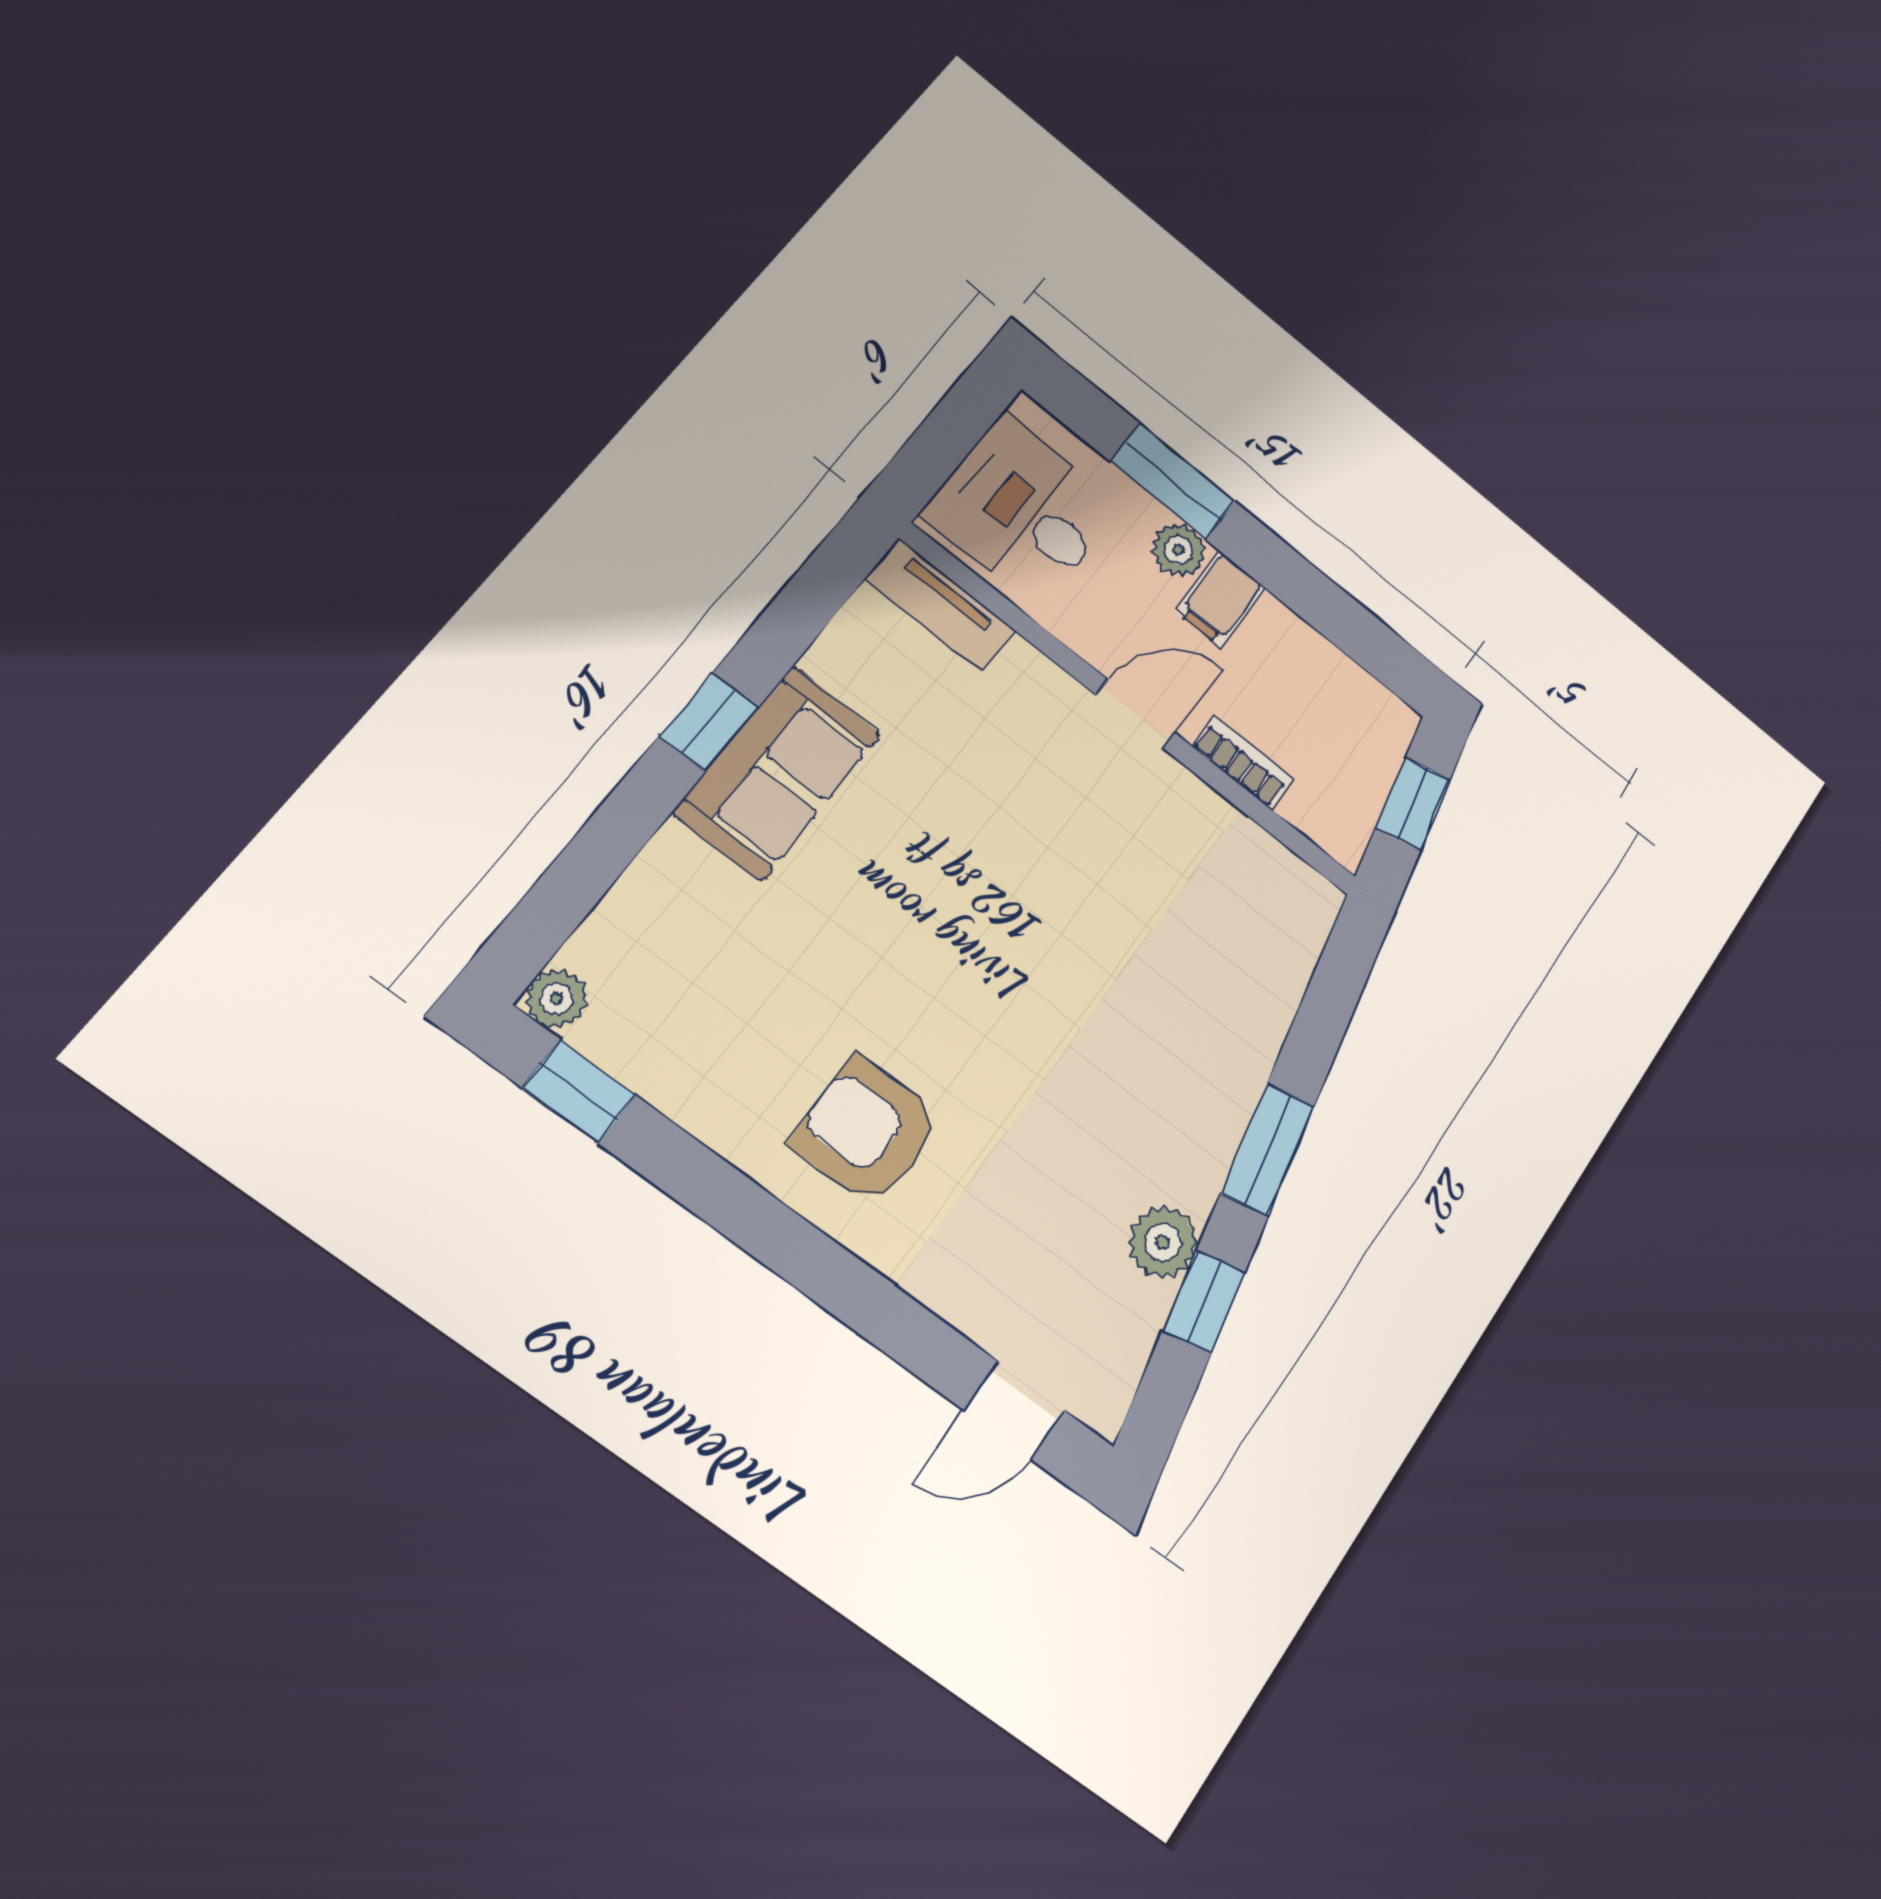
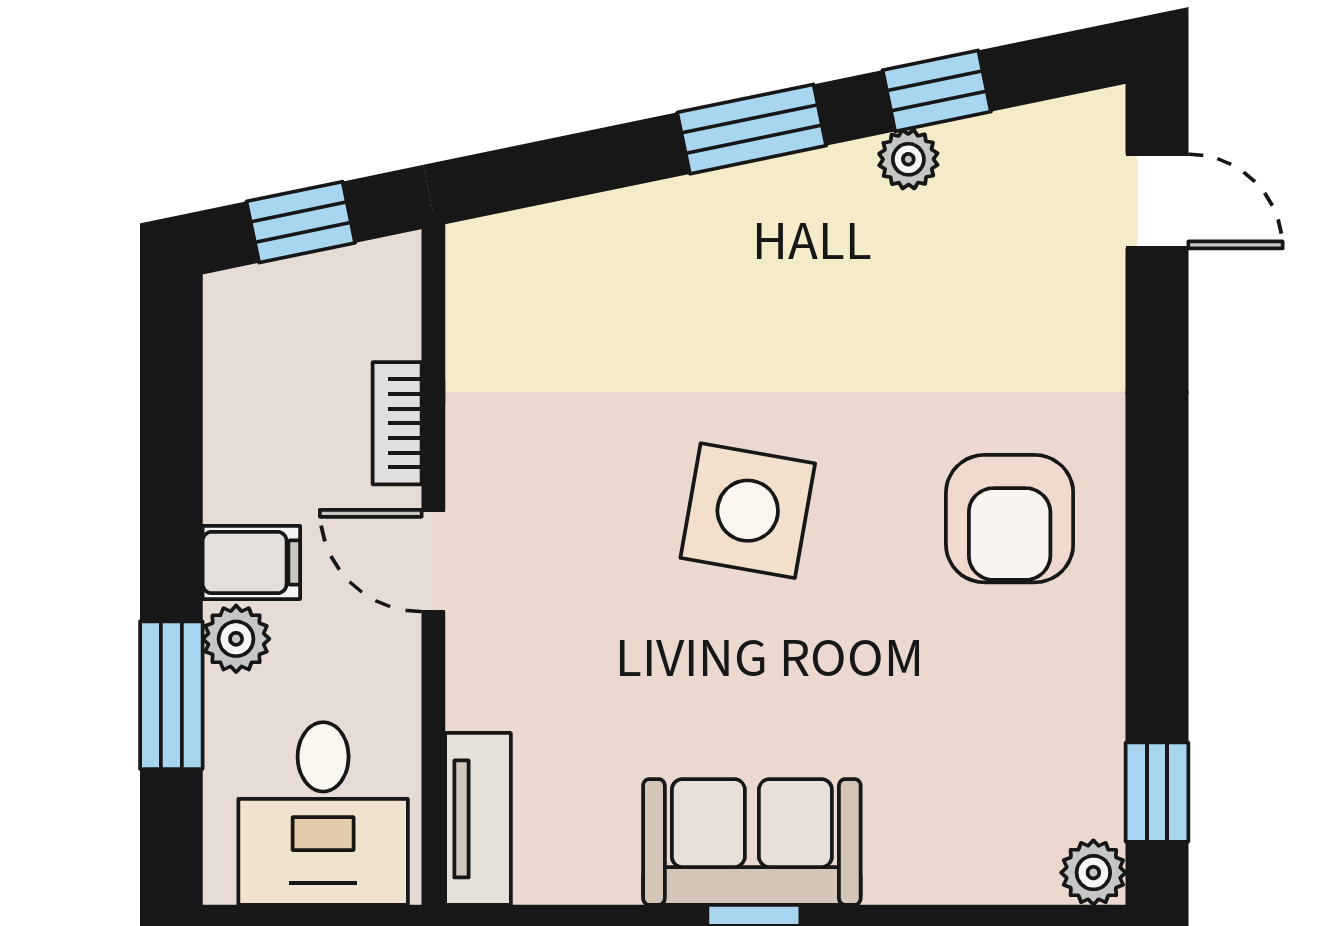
side table: (1012, 949) -> (748, 511), added
plant: (1163, 1242) -> (908, 159), width x0.73, depth x0.73

